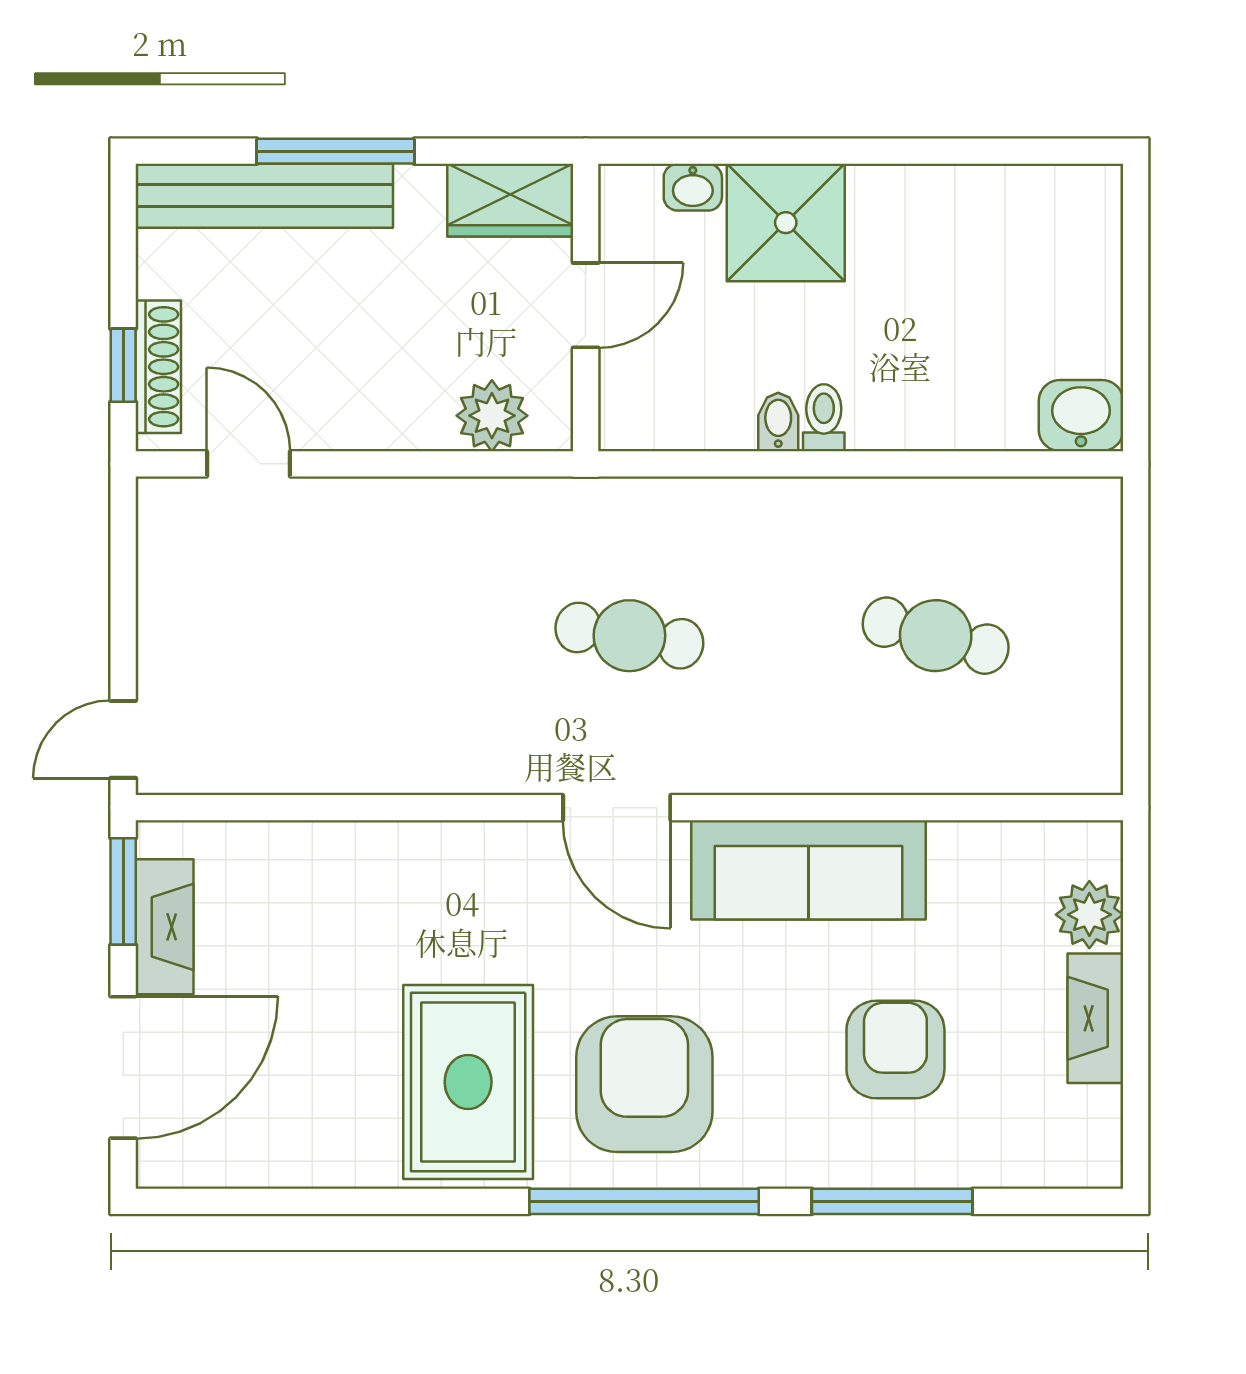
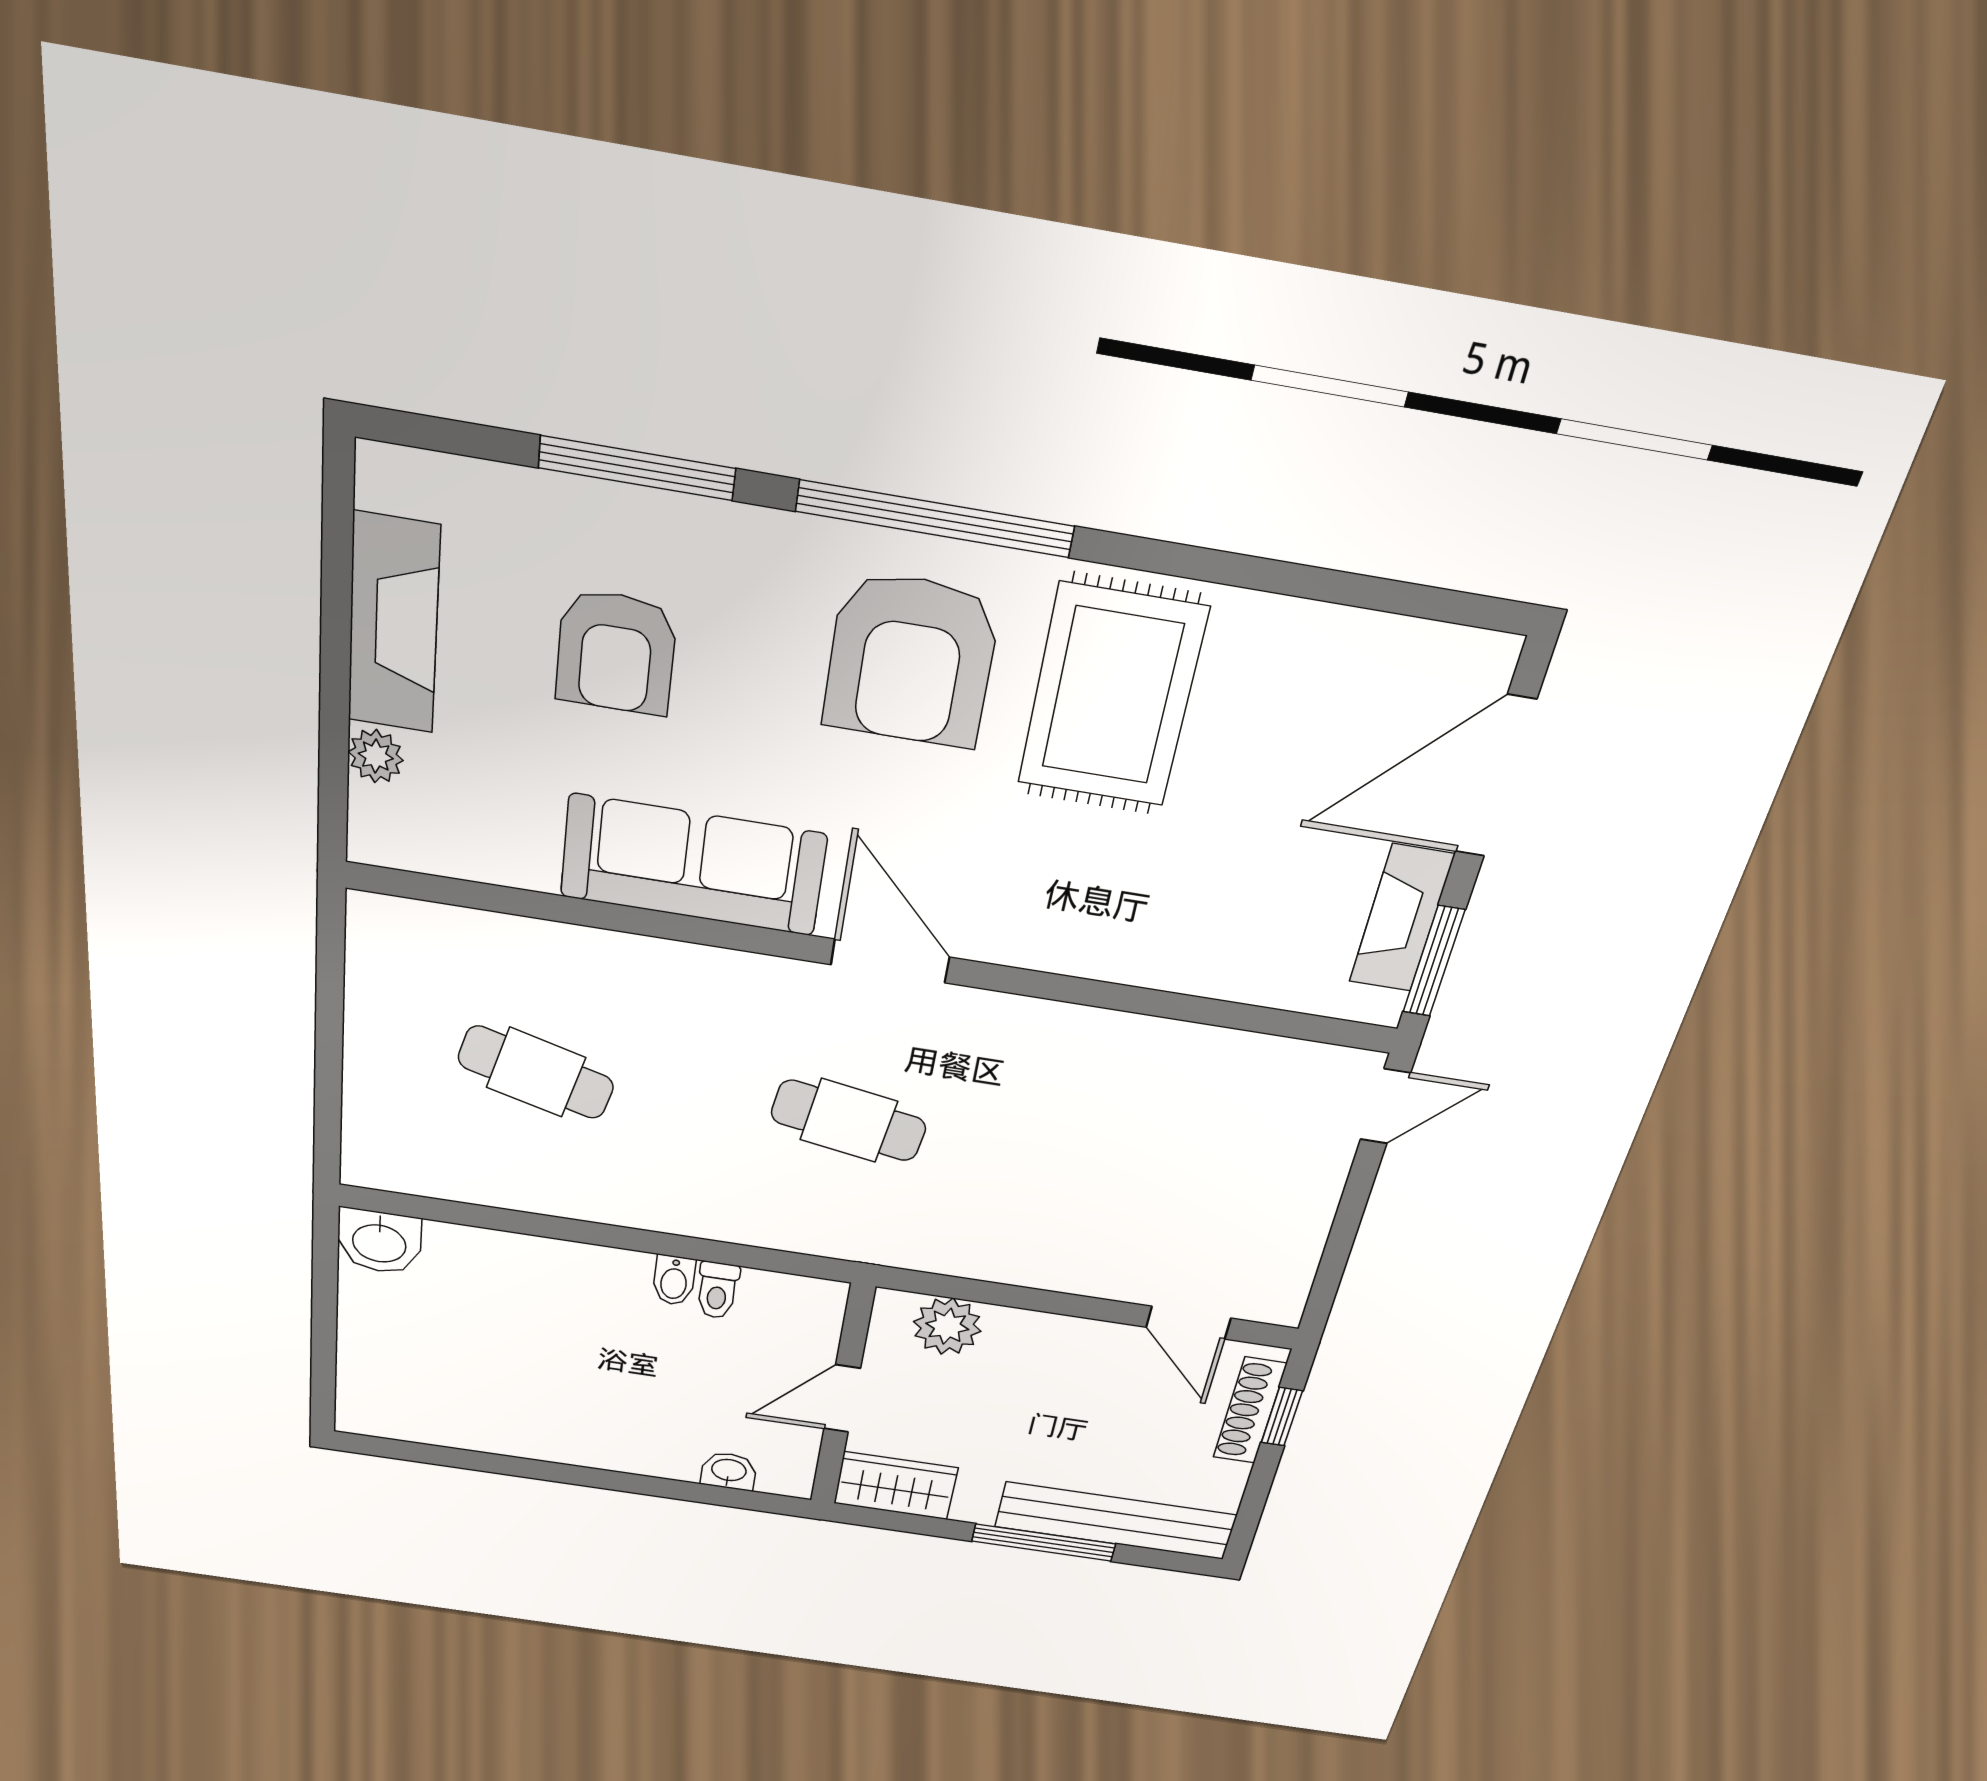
shower: (786, 223) -> (647, 1433), removed
toilet: (824, 418) -> (717, 1290), moved
plant: (1089, 915) -> (376, 756), width x0.73, depth x0.73
fireplace: (1095, 1018) -> (394, 624), width x1.37, depth x1.32

